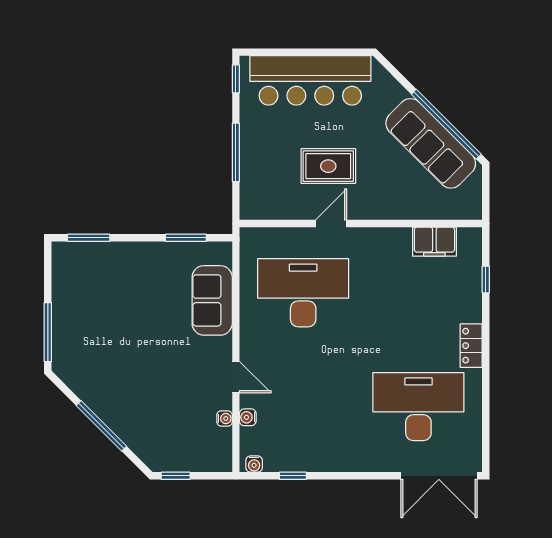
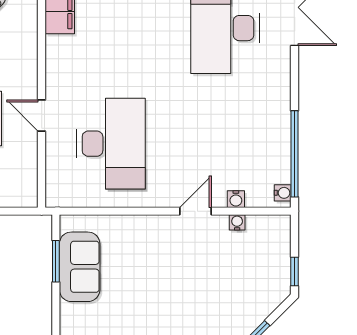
desk: (303, 293) -> (111, 144), turned 180
sofa: (212, 300) -> (80, 267), moved, turned -90
window: (293, 476) -> (295, 154), width x3.17

